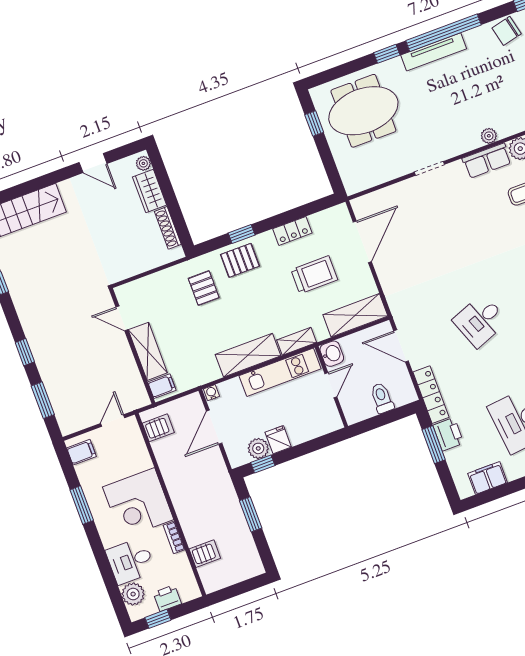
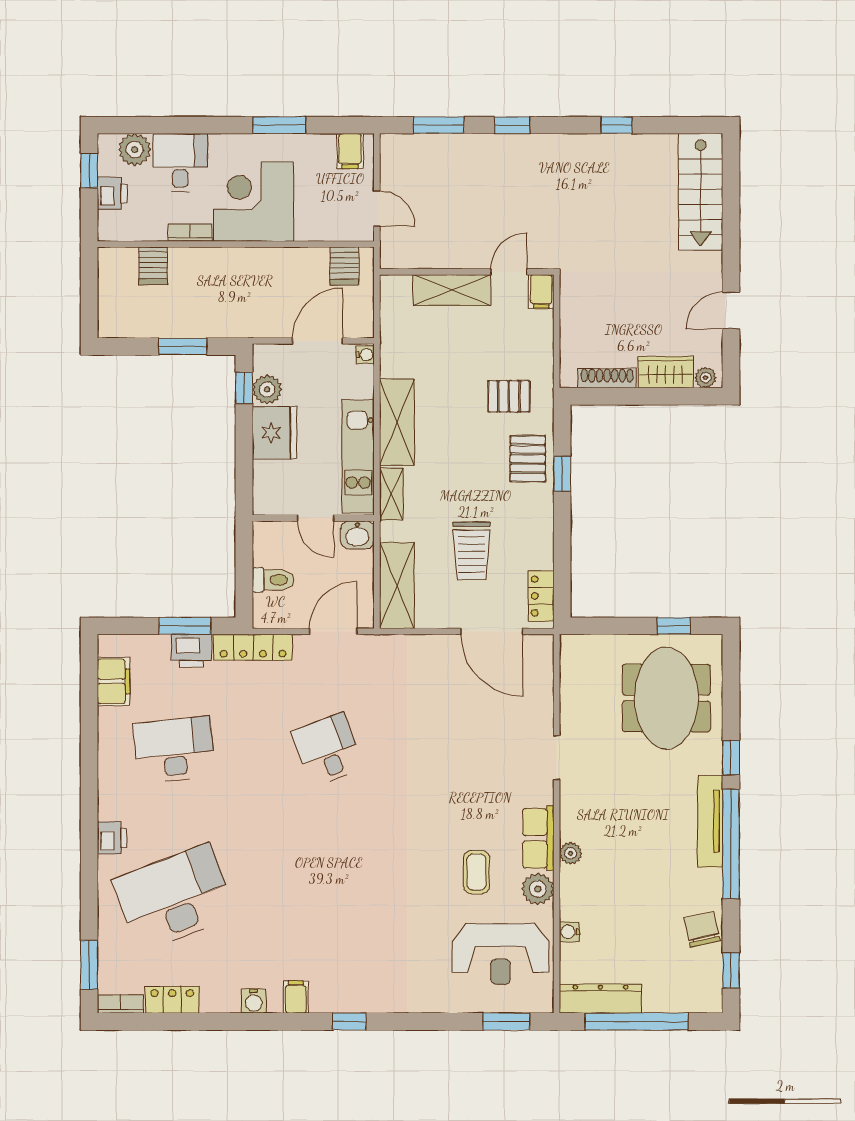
locker: (292, 231) -> (541, 596), moved
filing cabinet: (162, 386) -> (541, 291), moved
door: (214, 427) -> (318, 341), hinge flipped
fridge: (278, 440) -> (275, 433), width x1.88, depth x1.34

